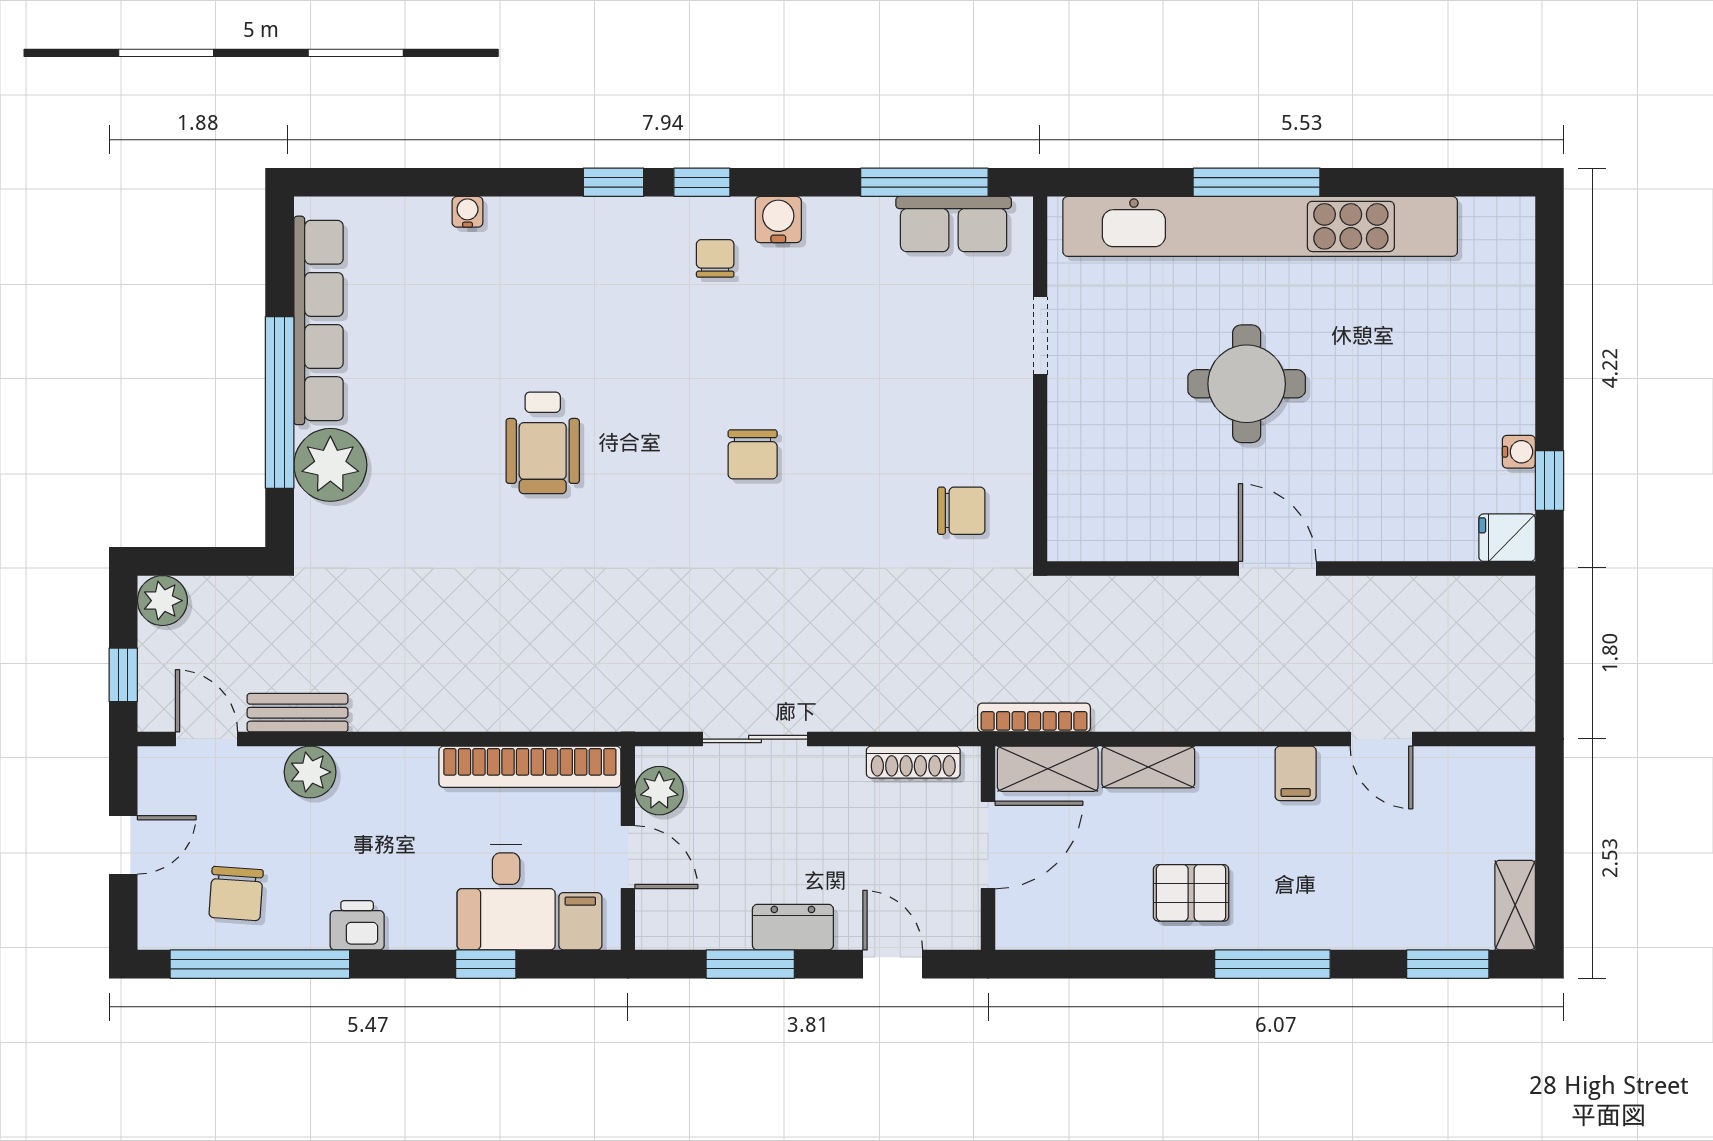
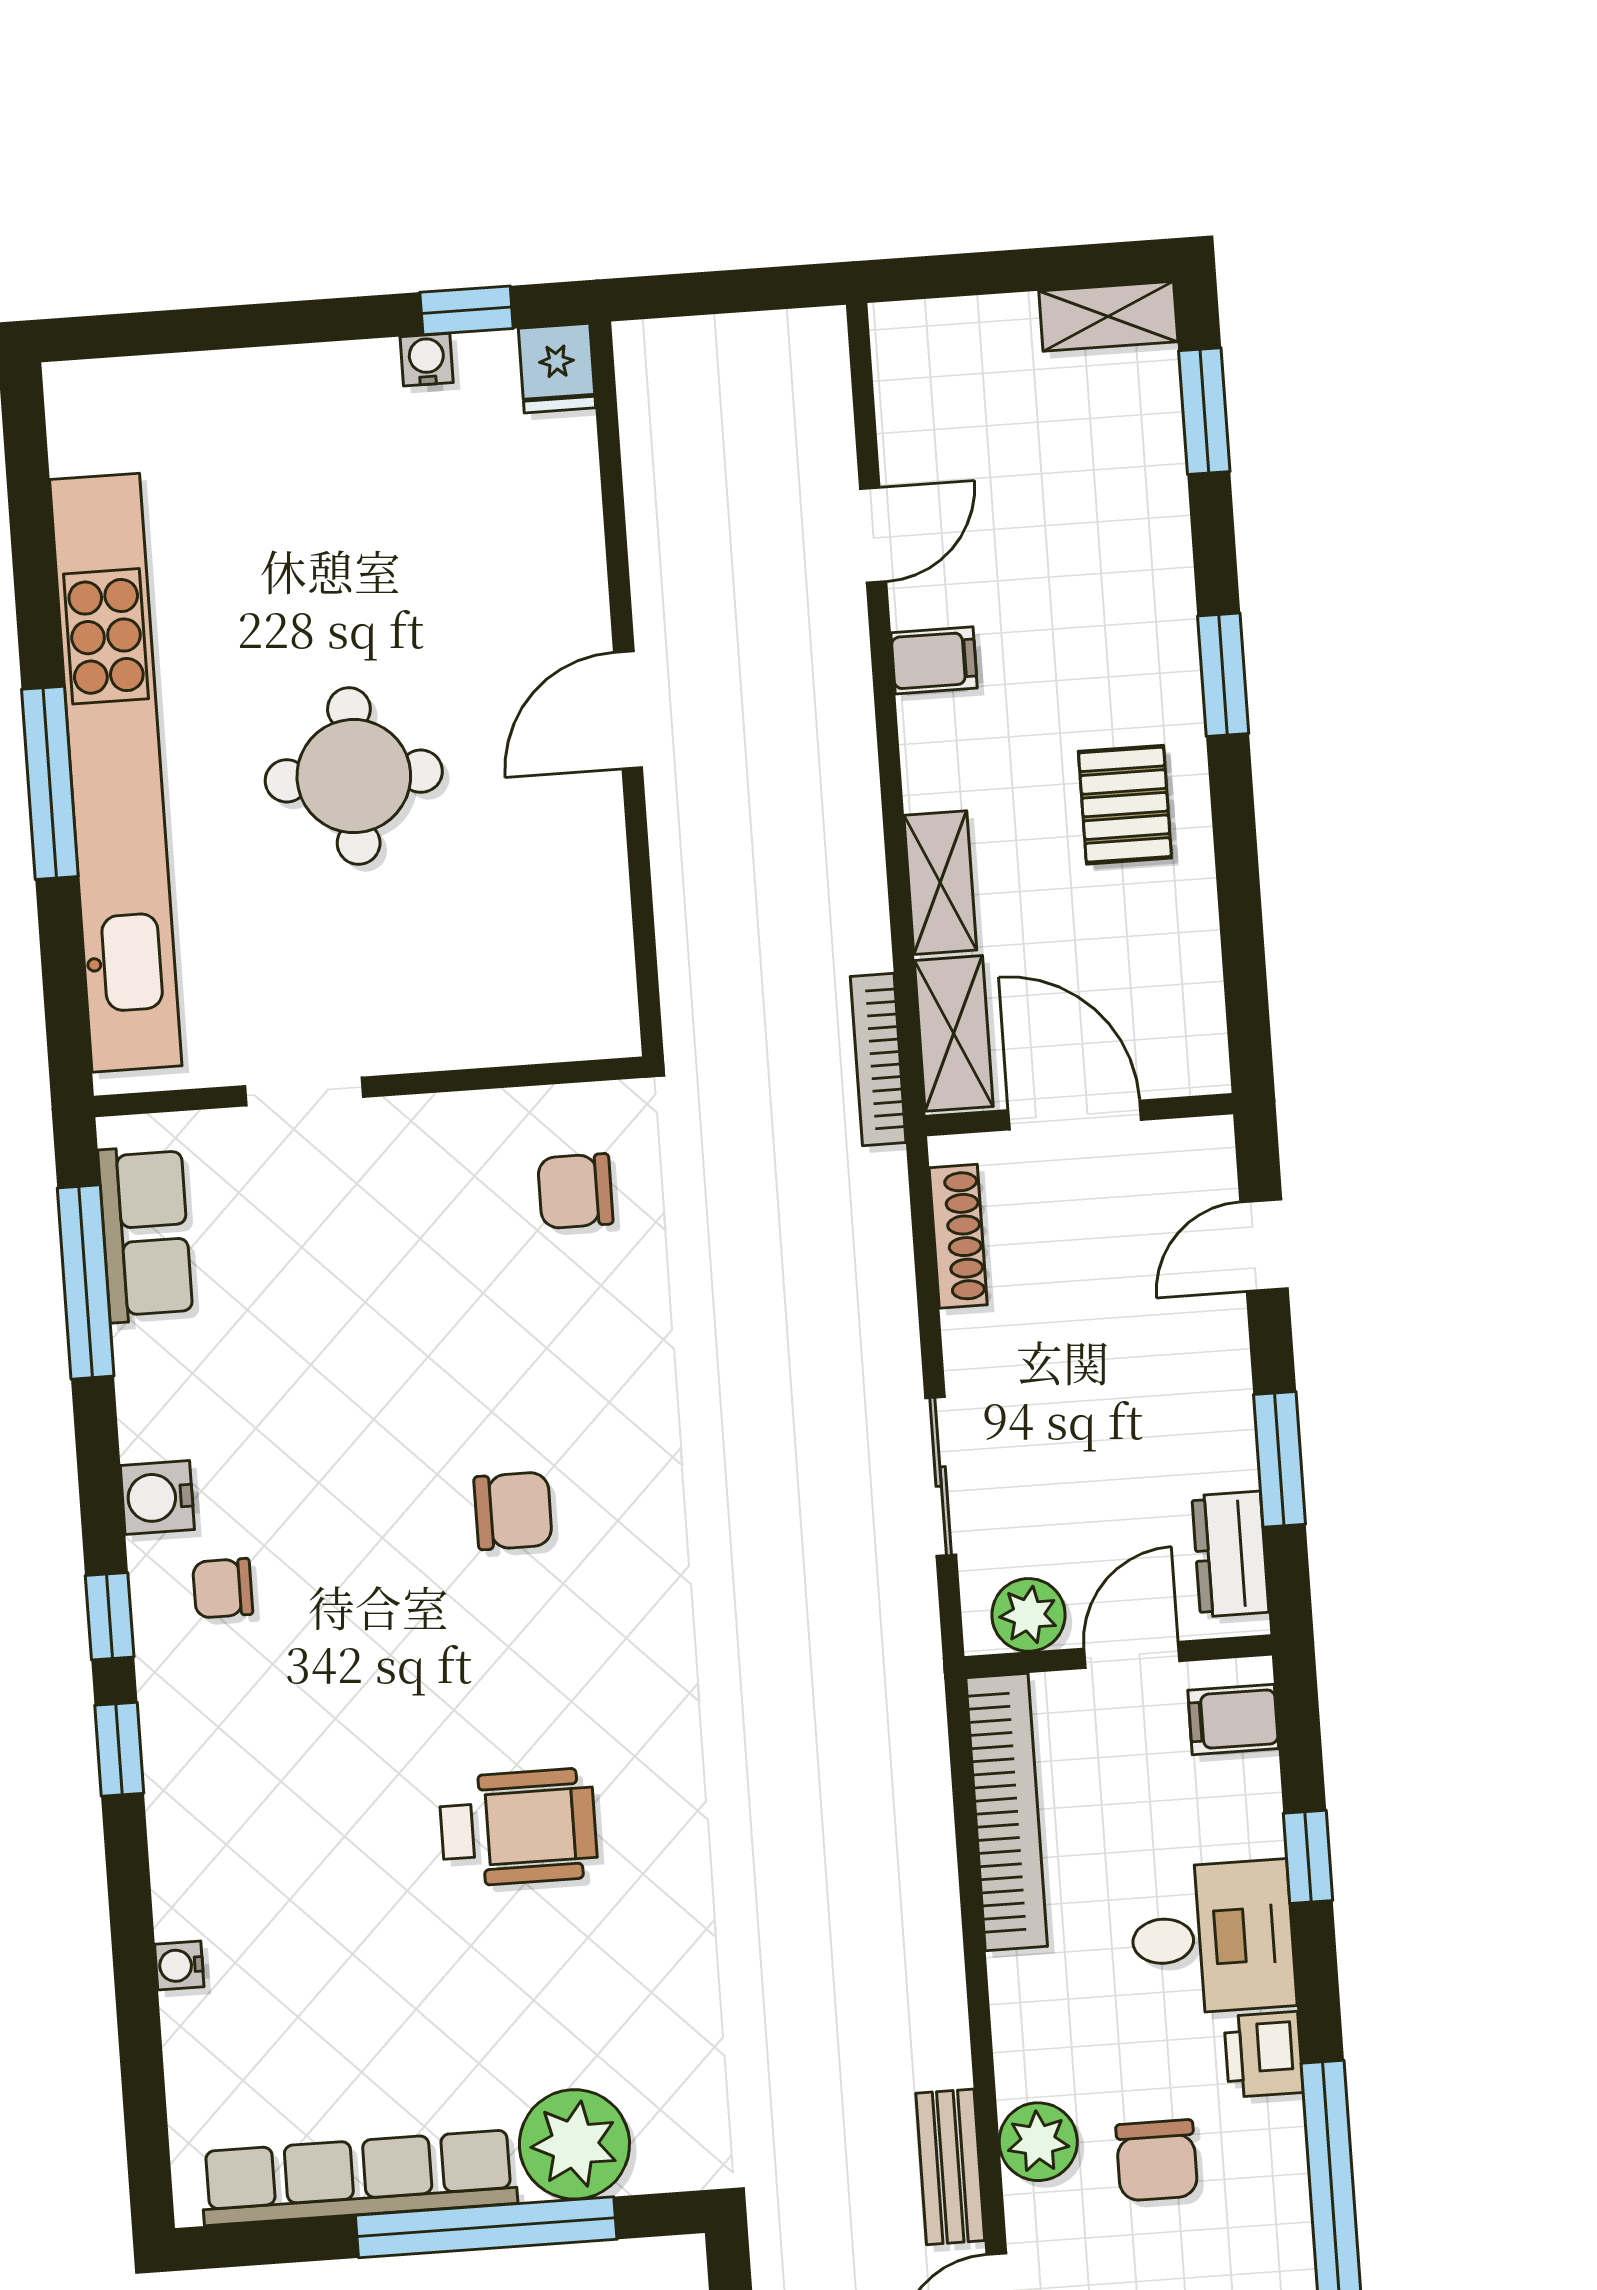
chair: (961, 511) -> (575, 1191), turned -90
chair: (236, 894) -> (1157, 2160), moved, turned 86
desk: (506, 897) -> (1212, 1938), moved
dresser: (793, 927) -> (1230, 1554), moved
window: (1272, 964) -> (1223, 675), width x0.69

